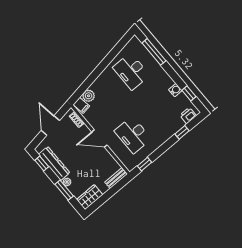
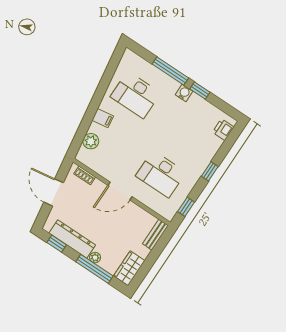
window: (154, 52) -> (170, 71), moved
water cooler: (175, 90) -> (184, 93), moved
window: (189, 93) -> (200, 91), moved
filing cabinet: (81, 105) -> (103, 118), moved
window: (182, 132) -> (210, 171), moved
window: (64, 190) -> (95, 269), width x1.44

